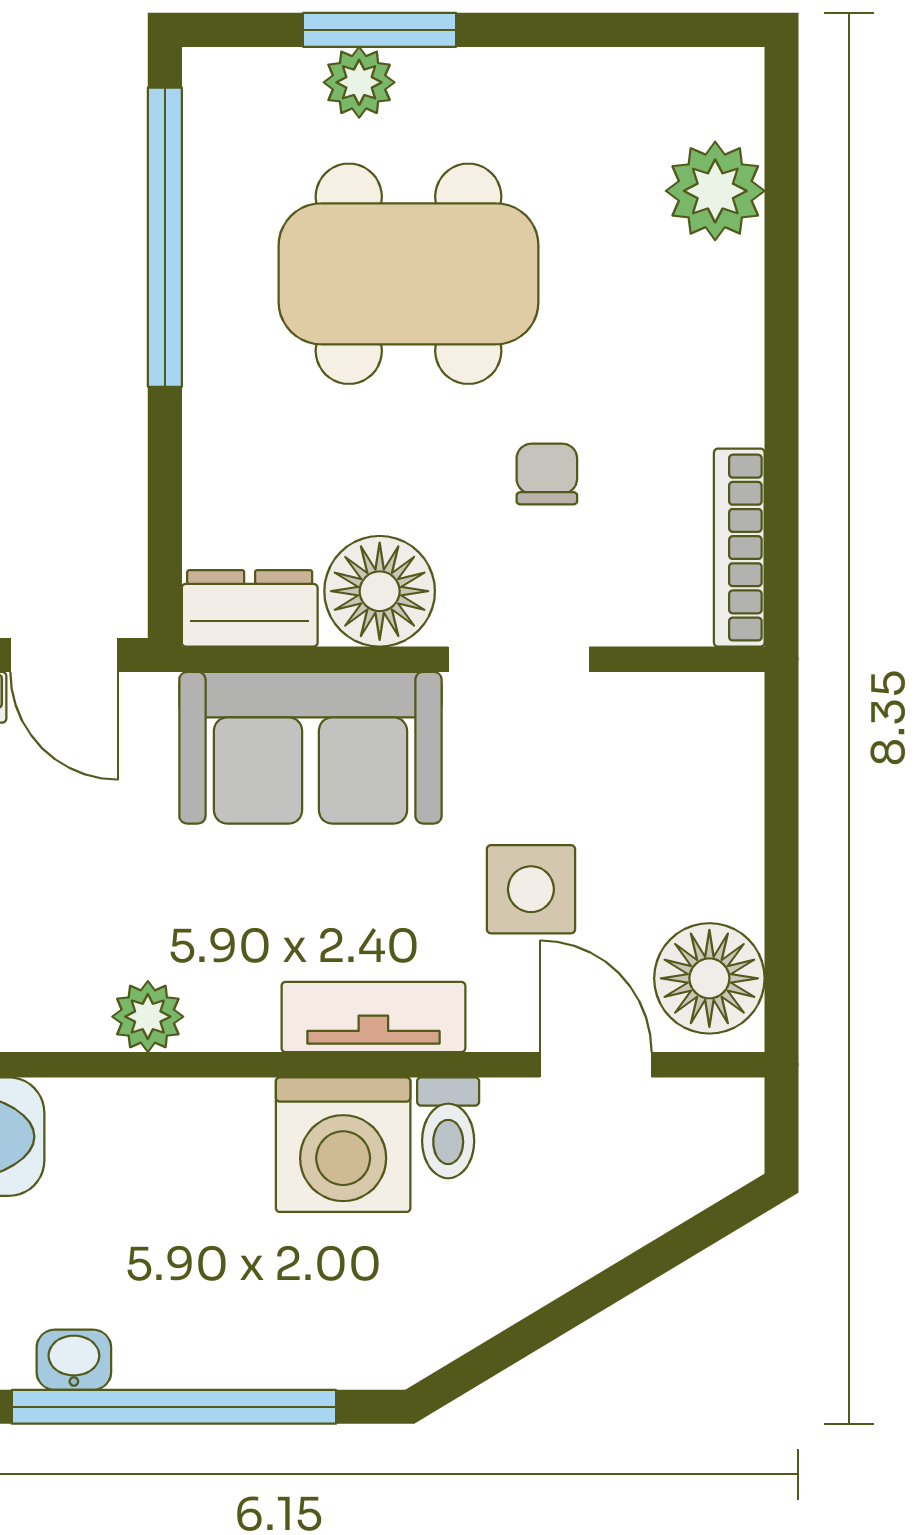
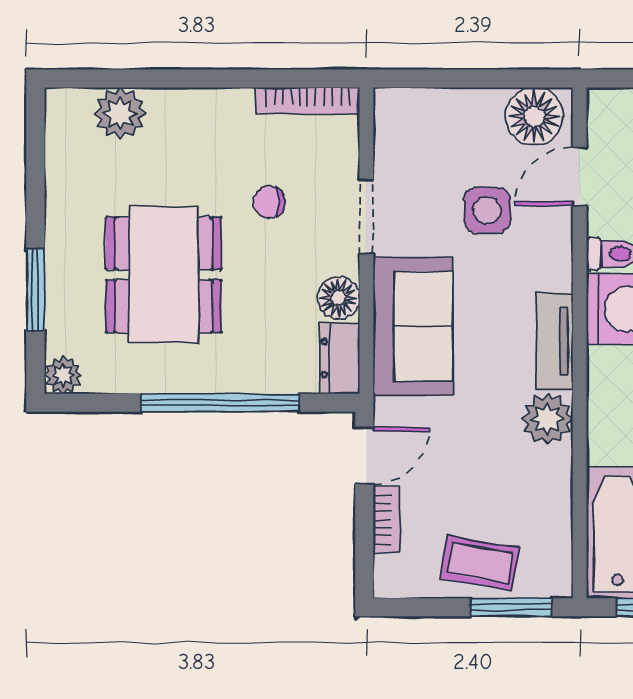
plant: (359, 82) -> (63, 375), moved
window: (165, 237) -> (220, 403), moved
floor lamp: (380, 591) -> (339, 298), width x0.73, depth x0.73
plant: (148, 1017) -> (547, 419), width x1.38, depth x1.38
tv unit: (373, 1017) -> (555, 341), moved

